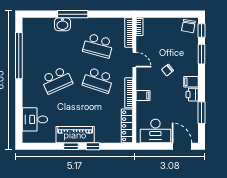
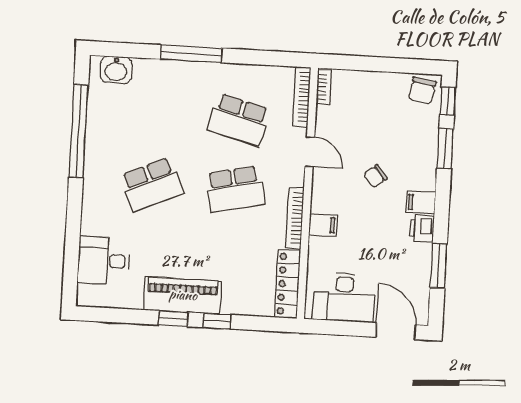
washbasin: (62, 24) -> (116, 70), moved
school desk: (98, 80) -> (235, 189), turned -30

